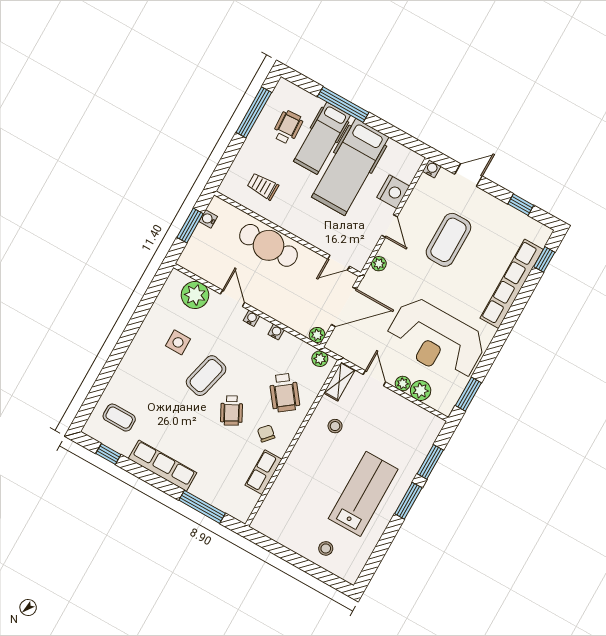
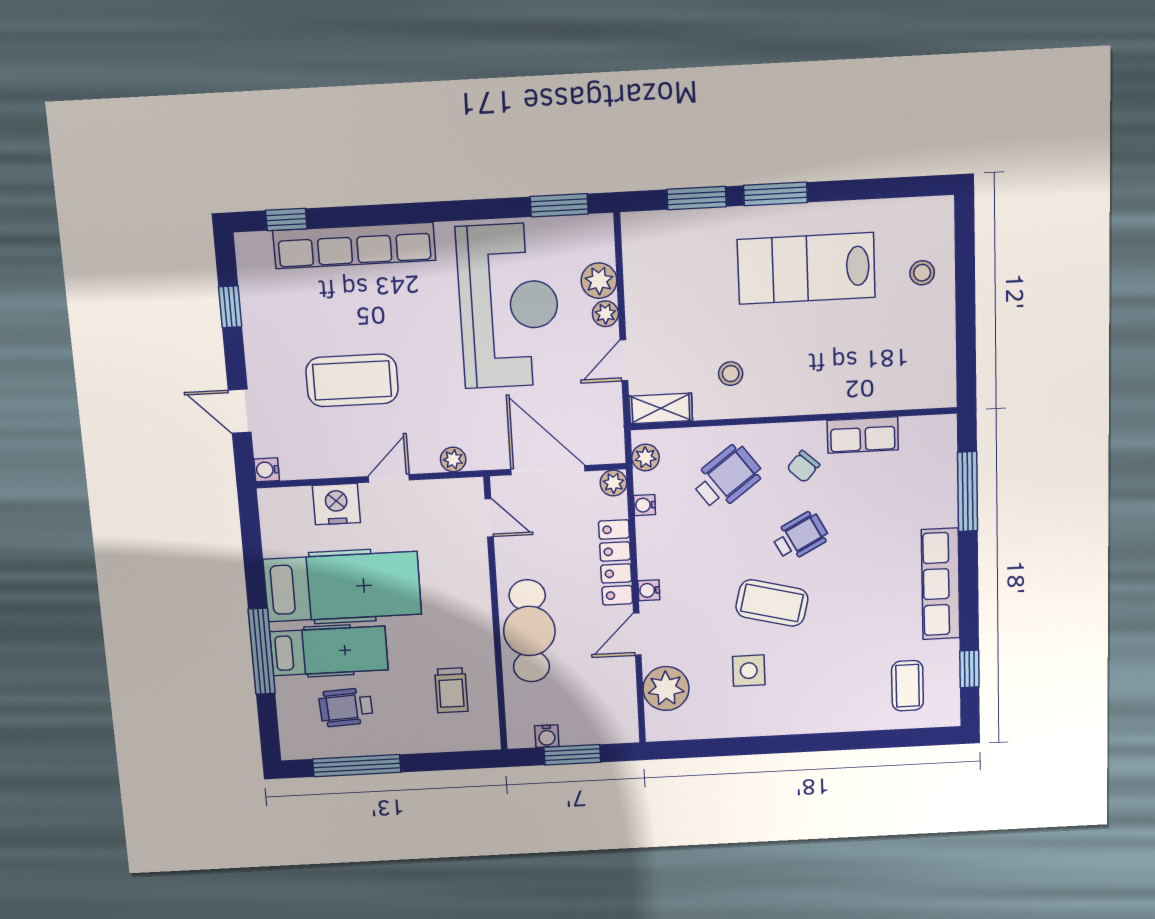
locker: (276, 311) -> (616, 562), added
water cooler: (276, 332) -> (645, 505), moved

